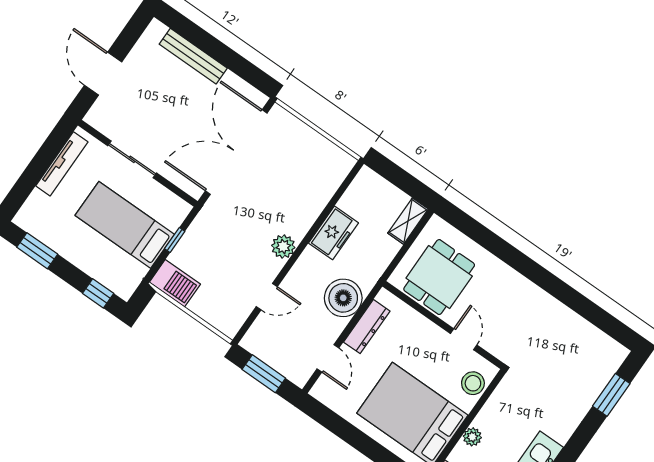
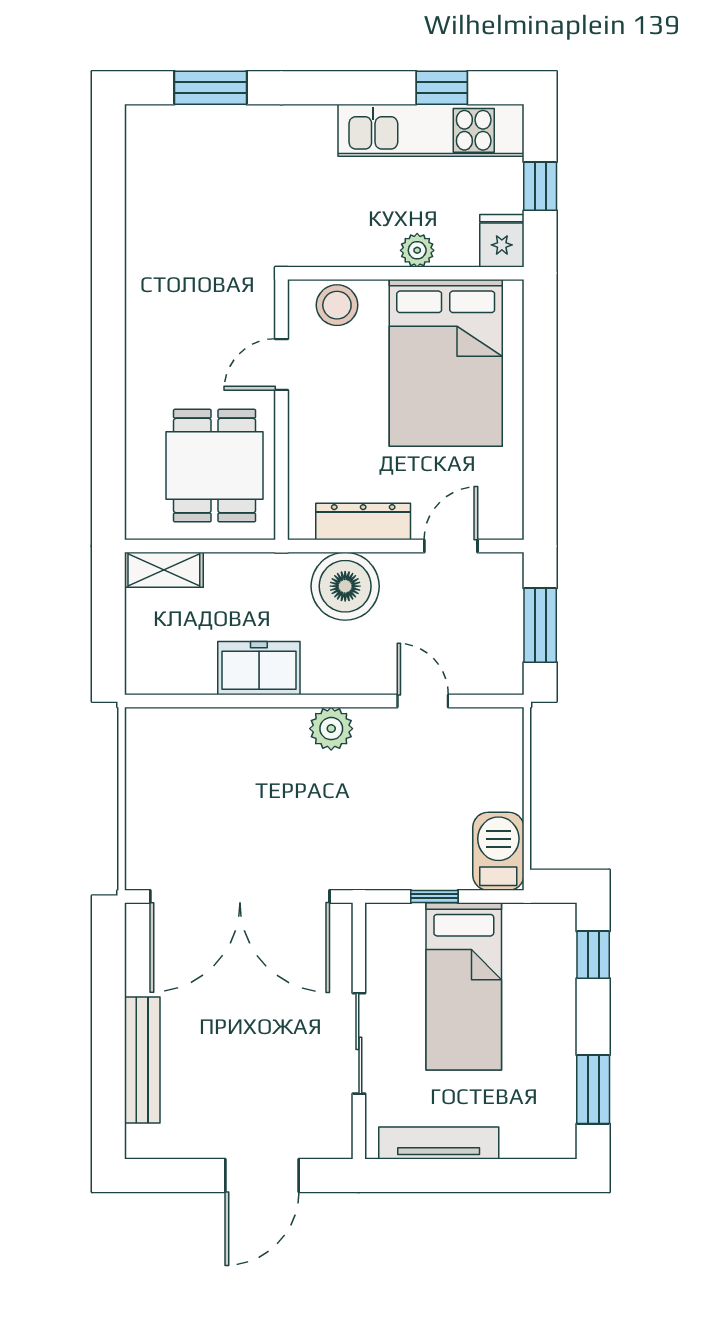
dining table: (439, 277) -> (215, 466), turned 90

